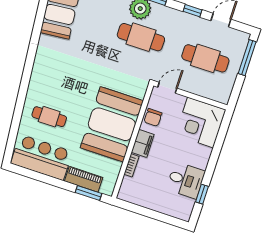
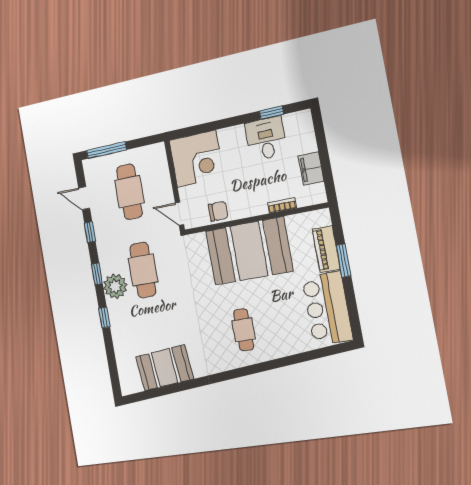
cafe table: (49, 117) -> (244, 330), moved
filing cabinet: (143, 143) -> (311, 169), moved, turned -90
window: (89, 193) -> (343, 261), moved

